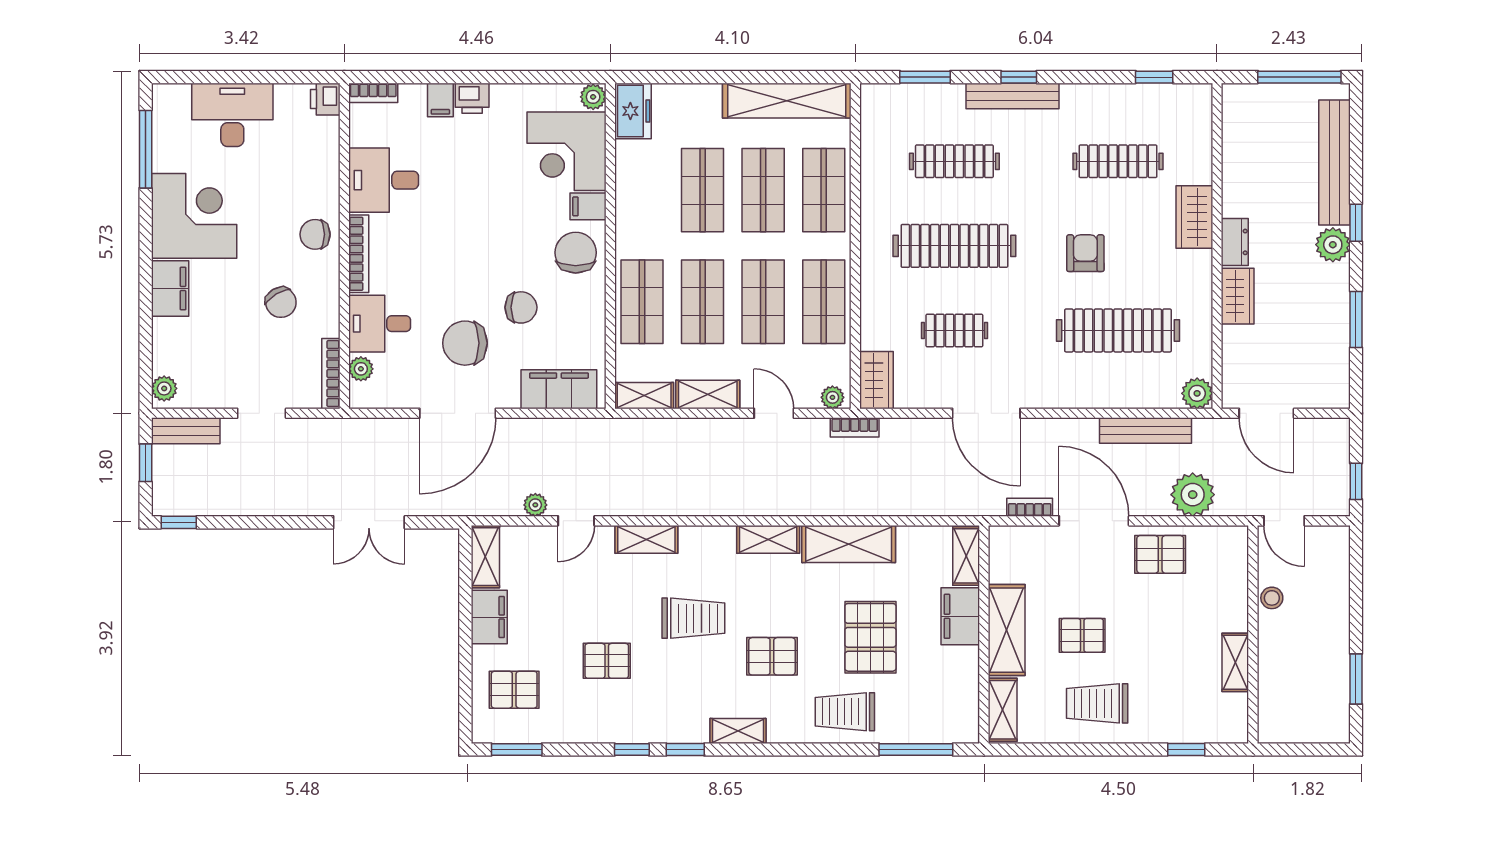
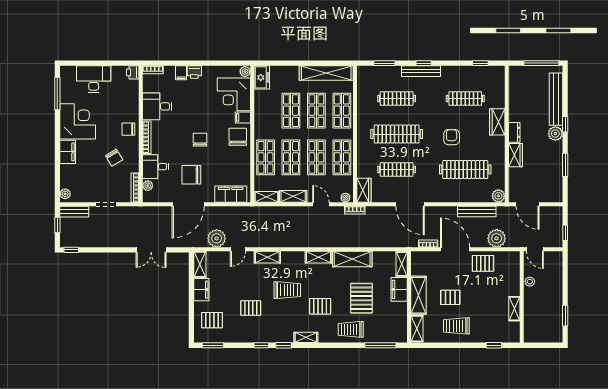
chair: (521, 307) -> (200, 140), moved, turned -90
clothes rail: (954, 330) -> (397, 169), width x1.36
plant: (535, 505) -> (217, 238), width x1.87, depth x1.87

